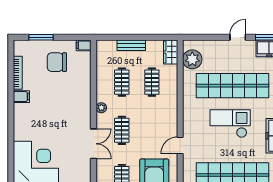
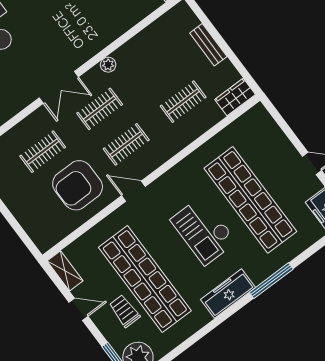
plant: (192, 59) -> (246, 129), removed
clothes rail: (122, 82) -> (126, 144), moved
checkout: (230, 124) -> (203, 231), turned 180

